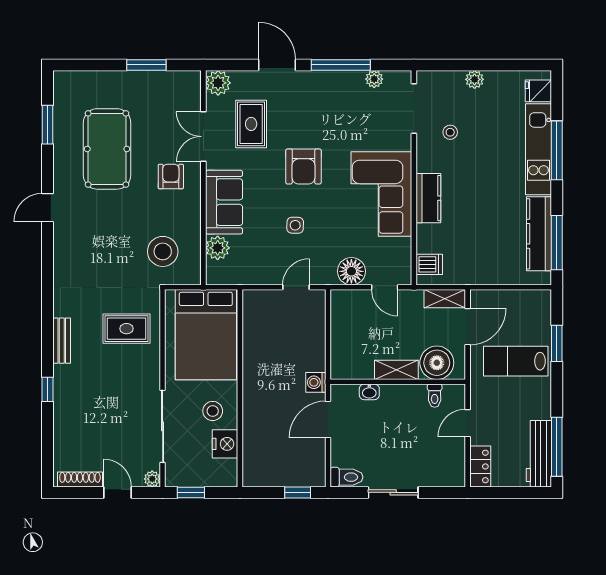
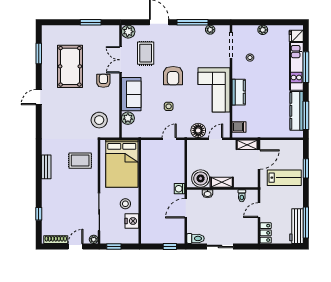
door: (385, 287) -> (216, 139), swing flipped
lab bench: (516, 361) -> (284, 178), turned 180
boiler: (437, 363) -> (201, 178), moved
window: (48, 389) -> (39, 214), moved
door: (118, 492) -> (75, 246), hinge flipped

